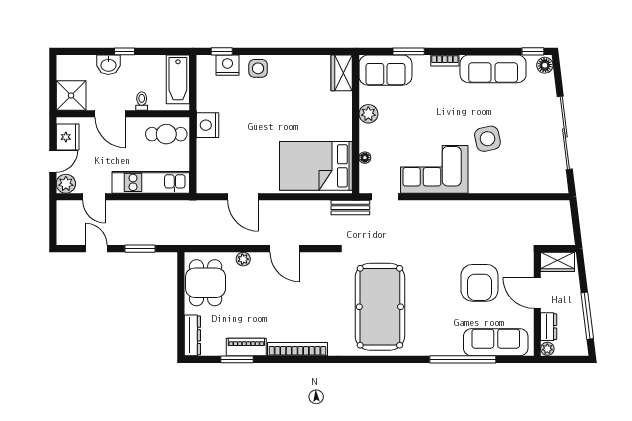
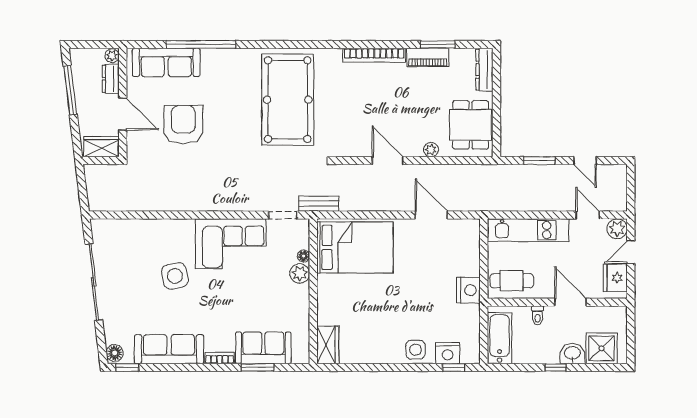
sofa: (385, 70) -> (263, 348), moved
shower: (71, 95) -> (602, 348), moved
plant: (368, 114) -> (300, 273), moved

